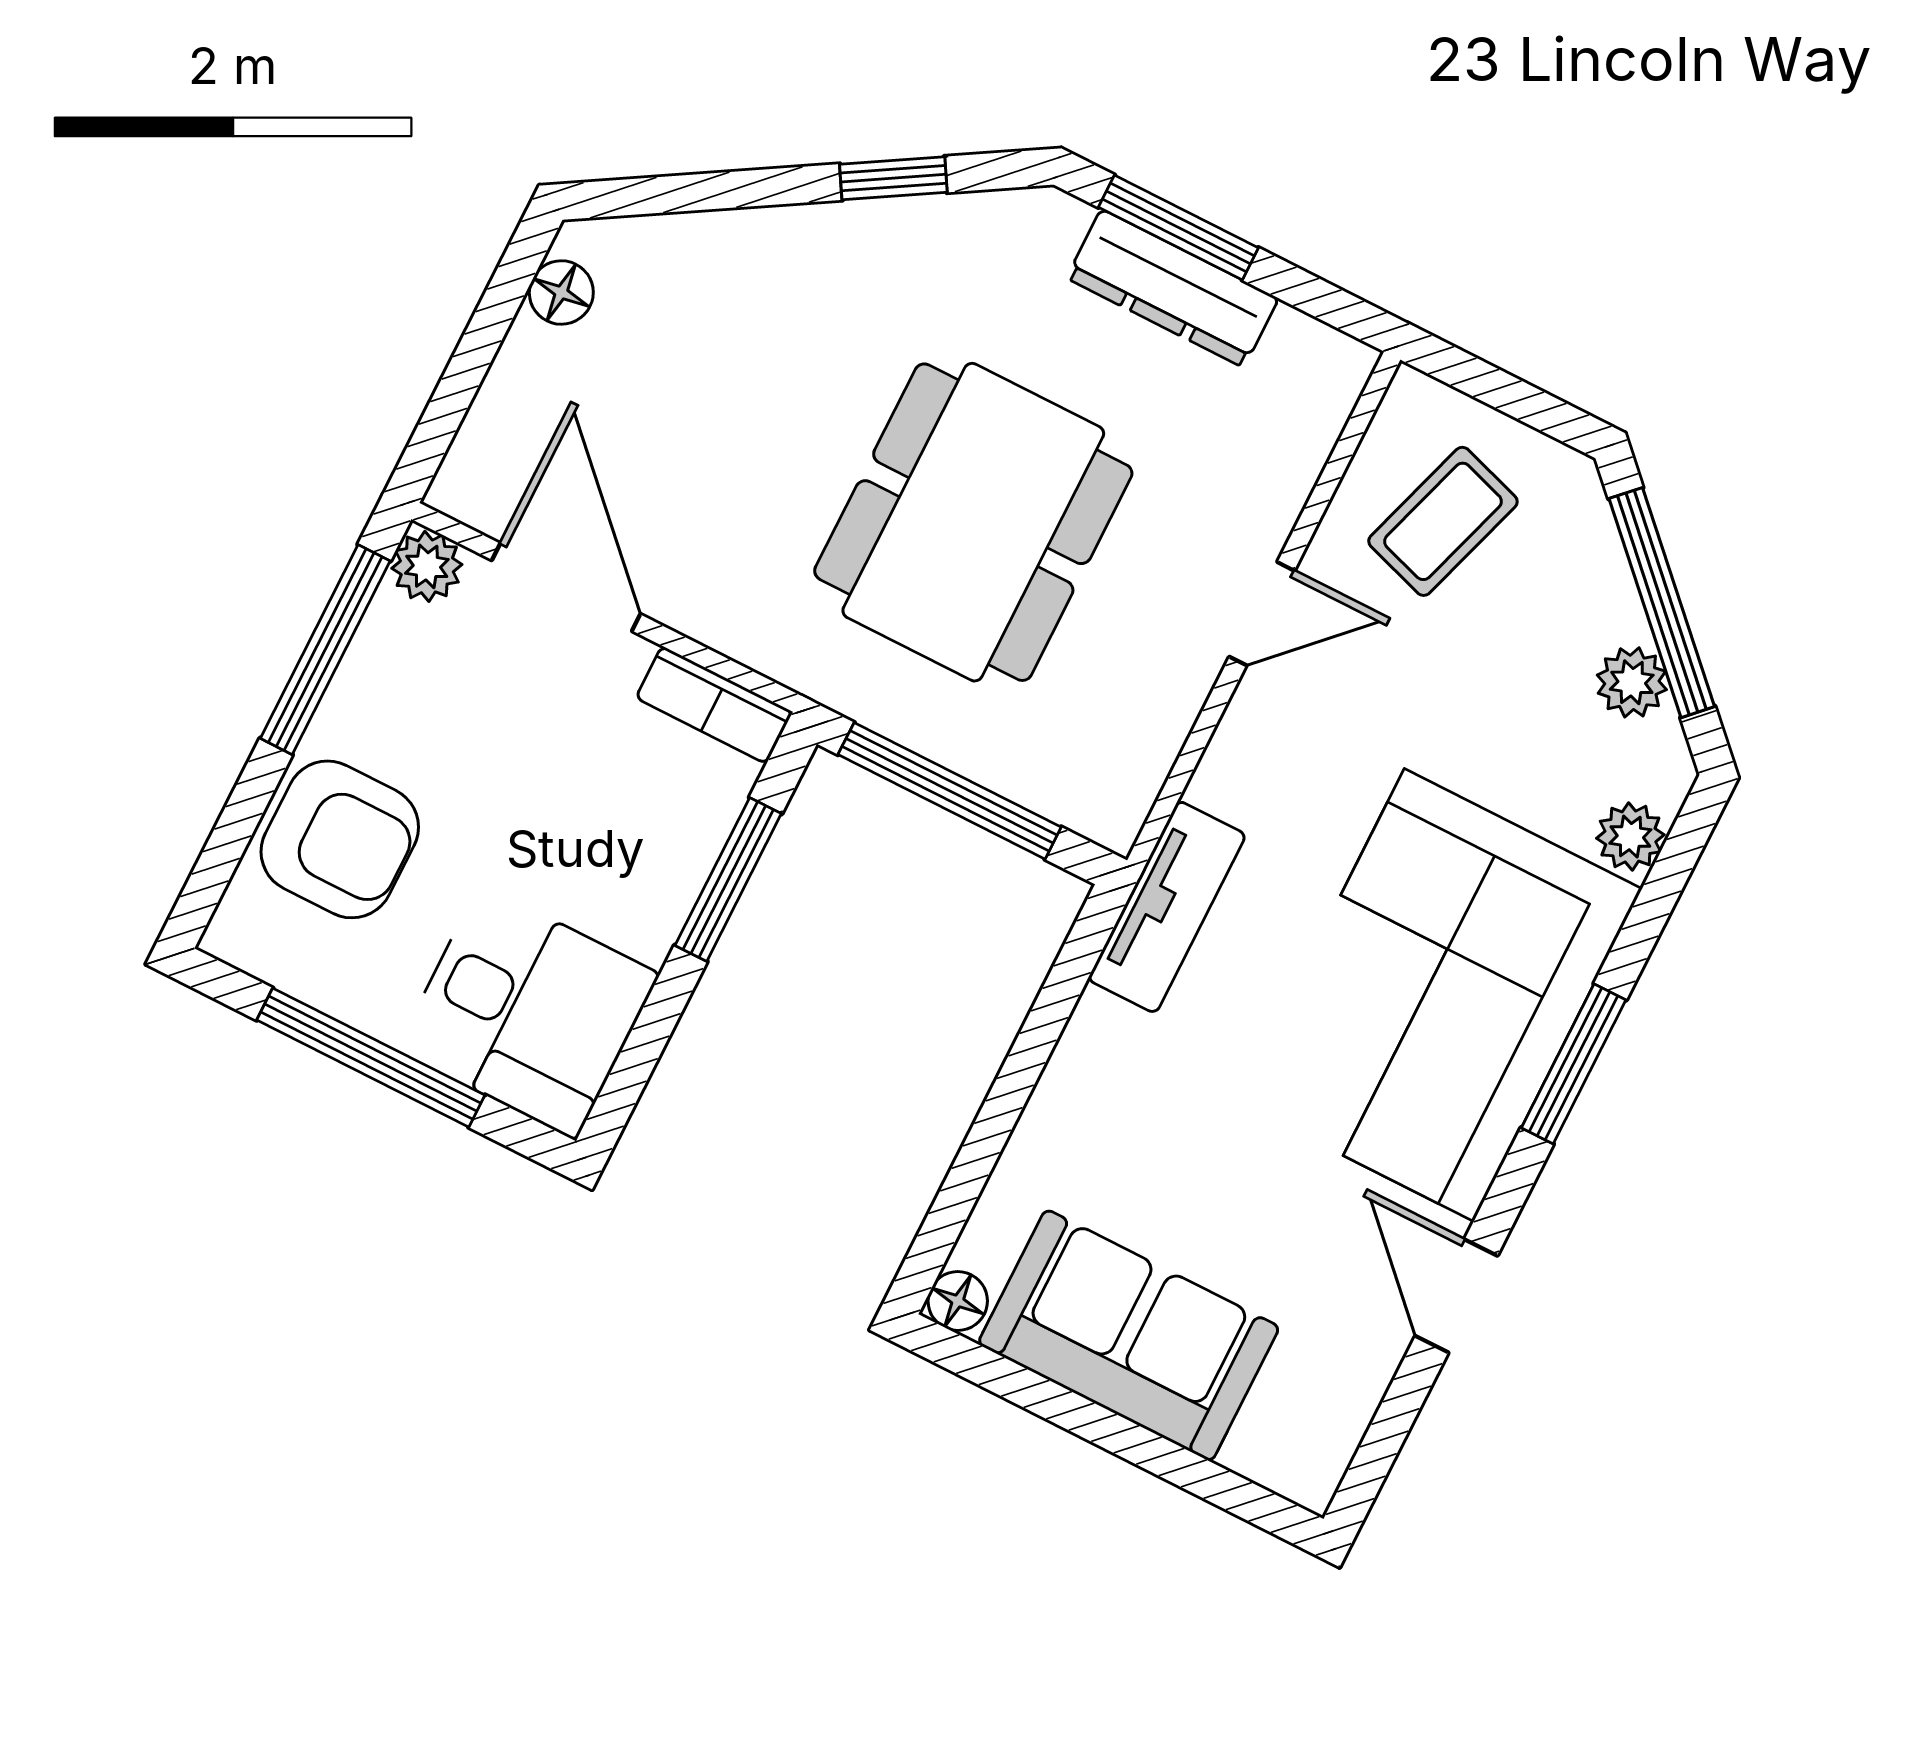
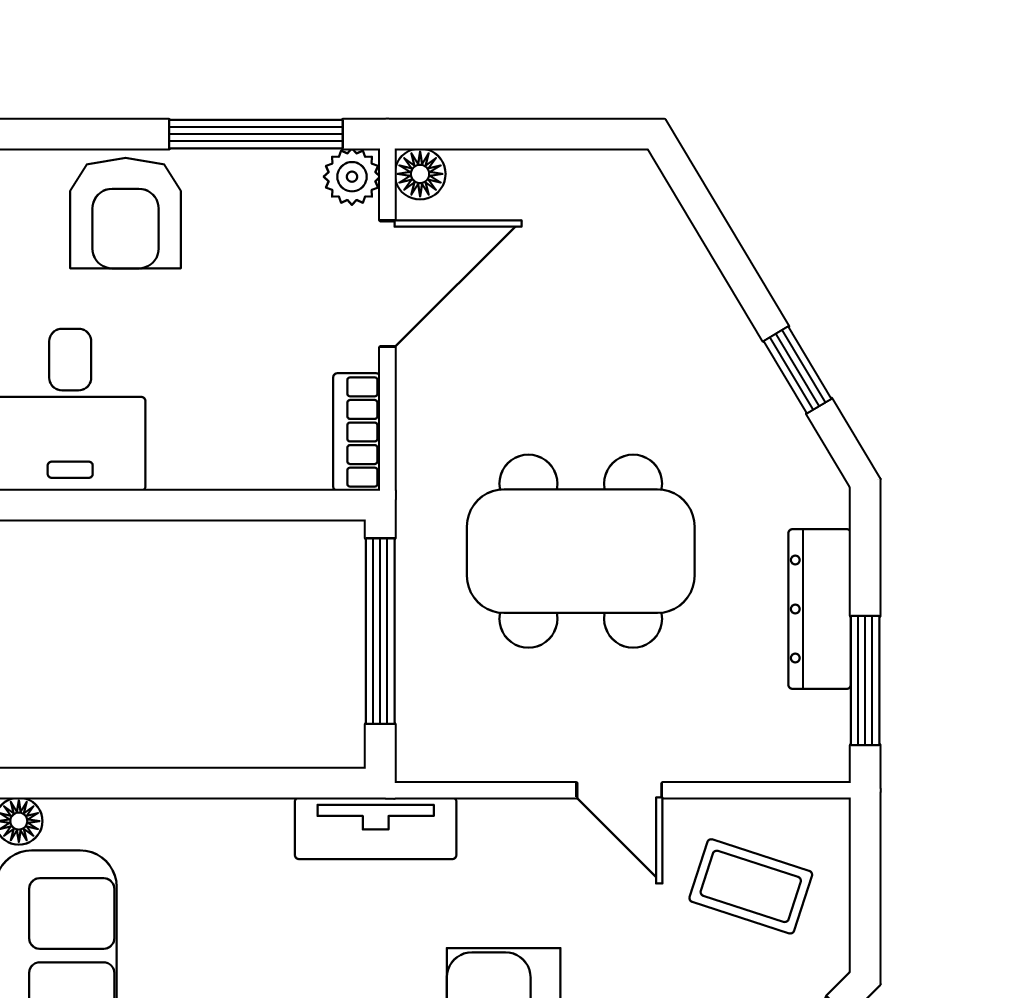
window: (1178, 228) -> (865, 680), moved
floor lamp: (561, 293) -> (420, 174), moved
window: (728, 880) -> (237, 505), removed

